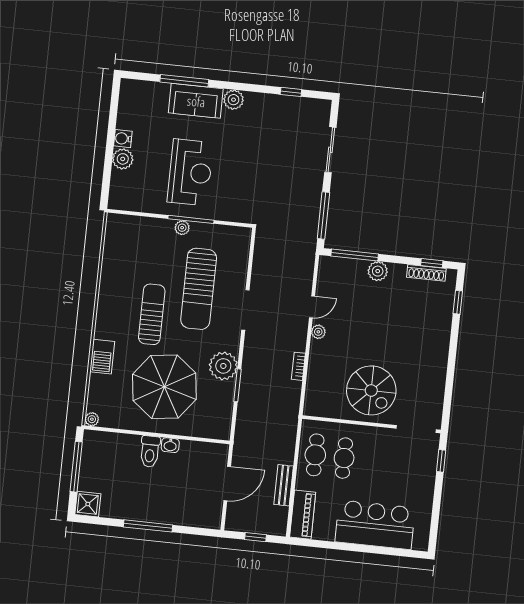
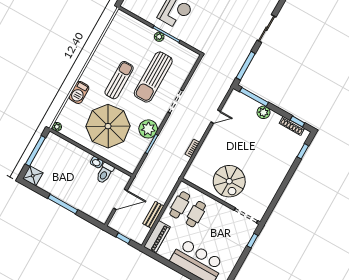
plant: (318, 332) -> (213, 133), removed
toilet: (150, 451) -> (105, 173), moved

